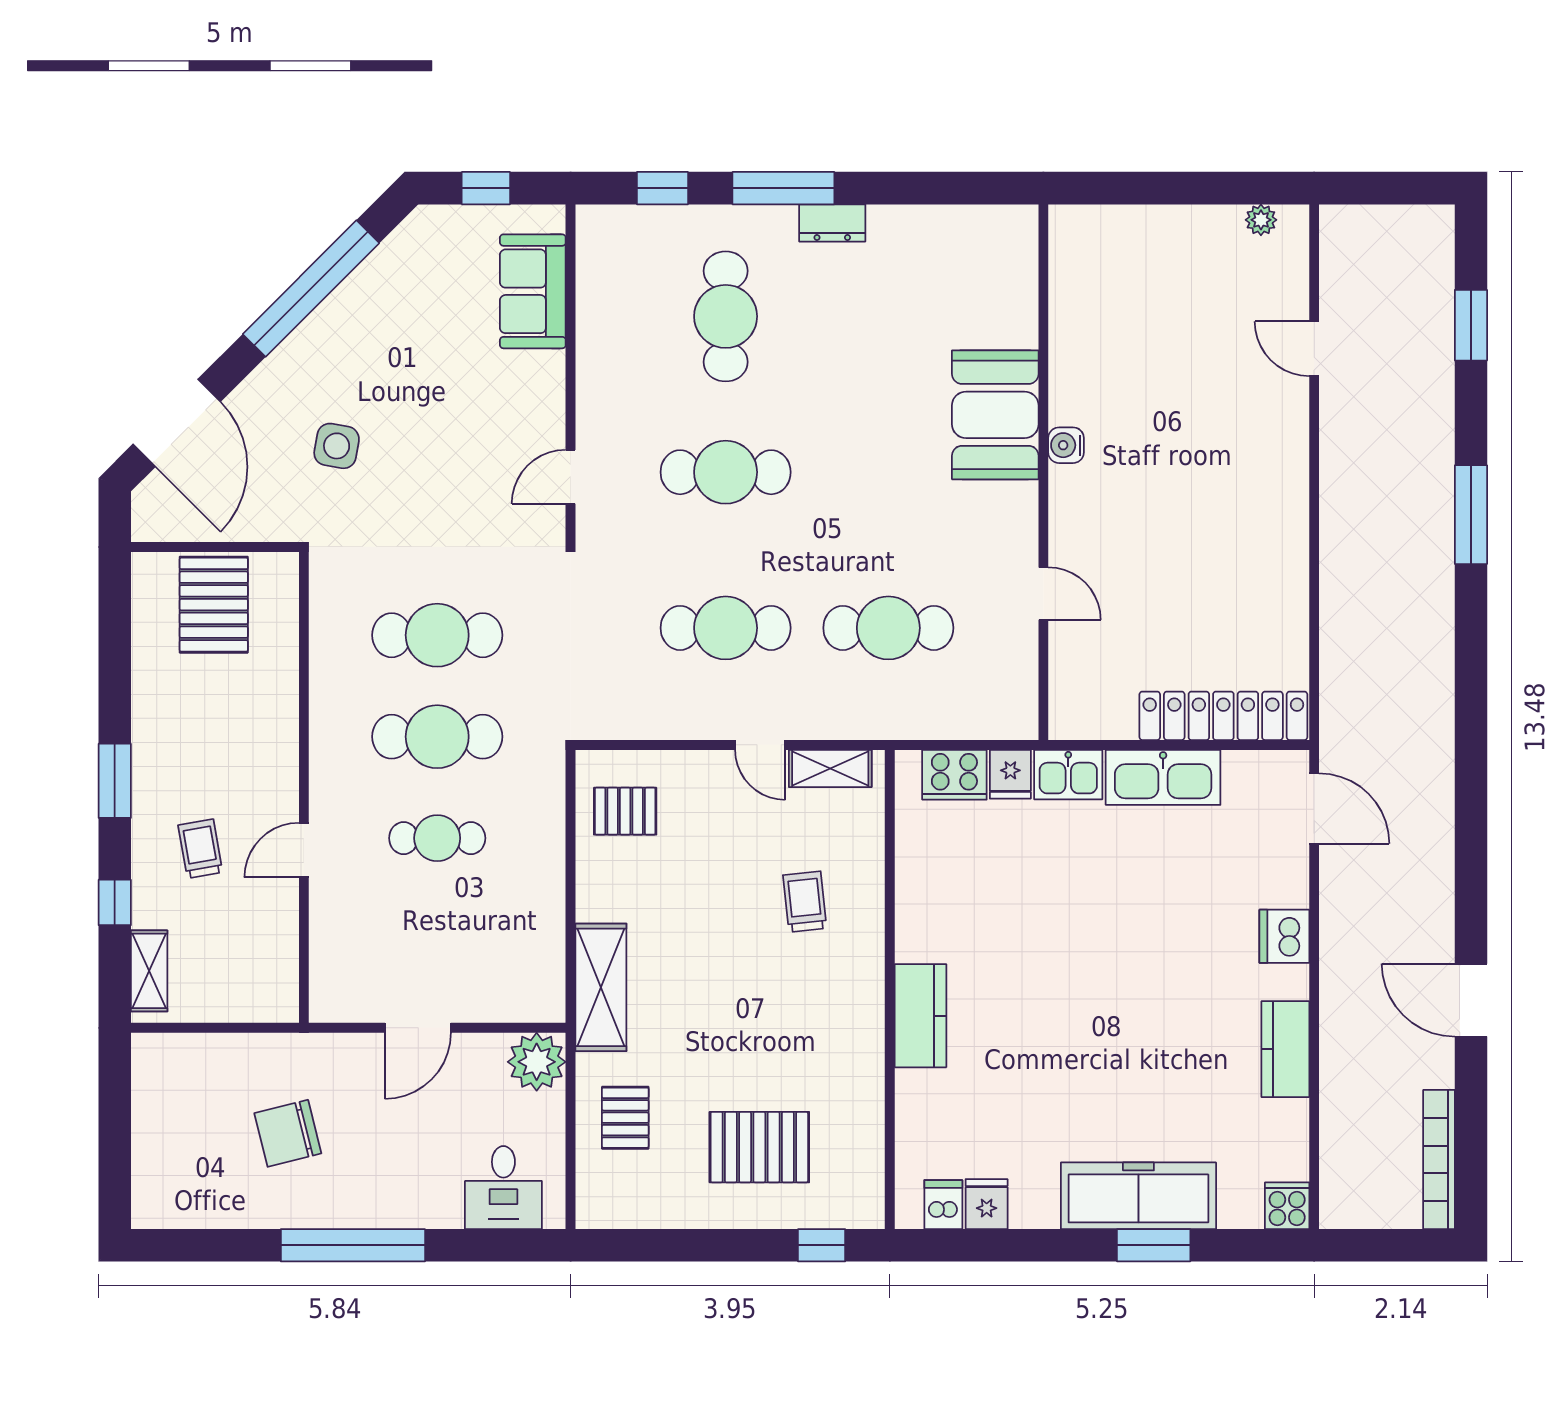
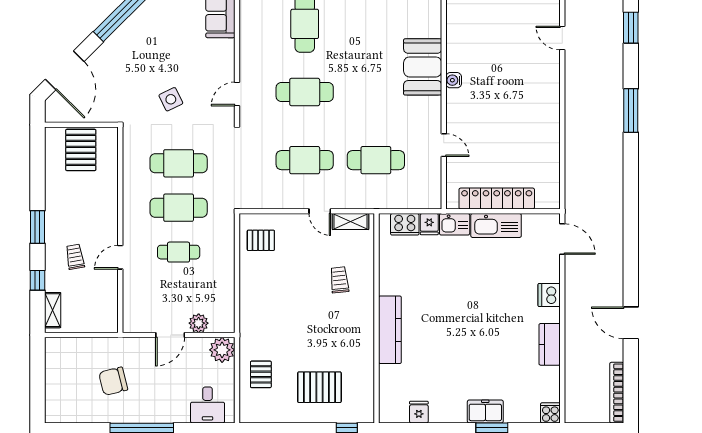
side table: (337, 446) -> (171, 99), moved, turned -36
locker: (1223, 716) -> (497, 199), moved
shelving: (601, 987) -> (250, 317), removed
plant: (483, 1001) -> (199, 323), added
kitchen counter: (920, 1016) -> (390, 330), width x1.50
freezer: (1138, 1196) -> (485, 412), width x0.52, depth x0.79
dishwasher: (943, 1205) -> (400, 412), removed

